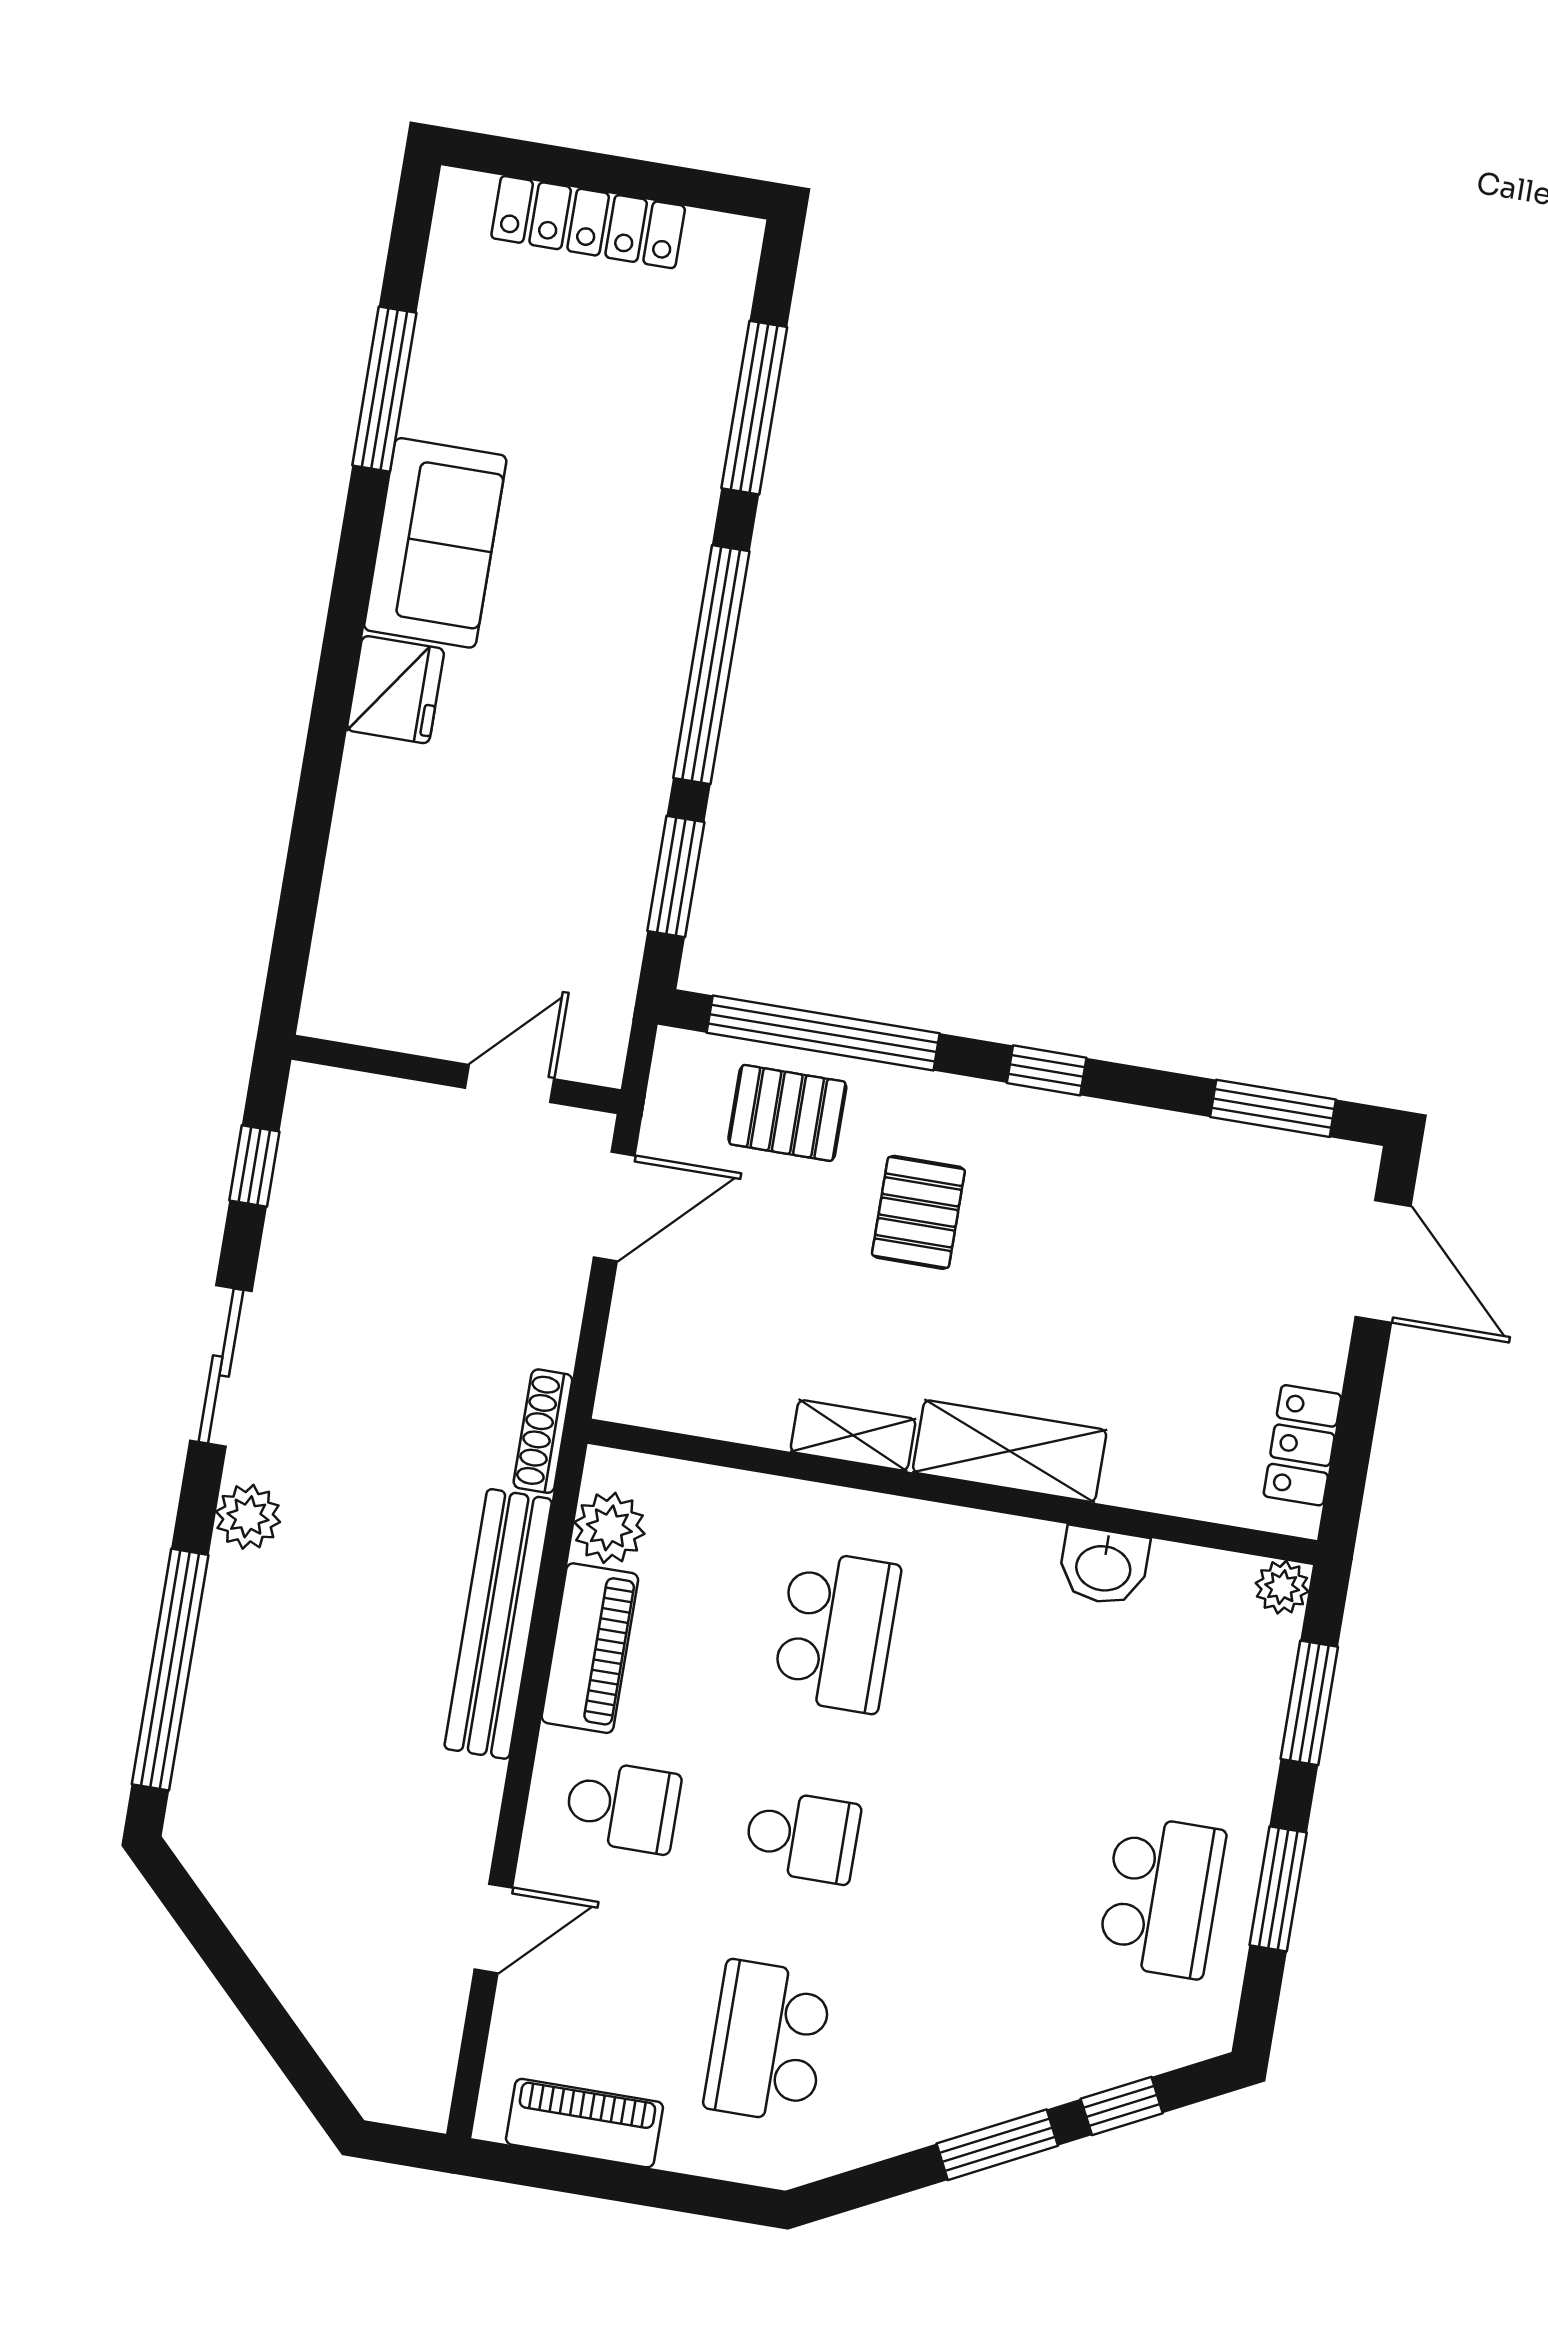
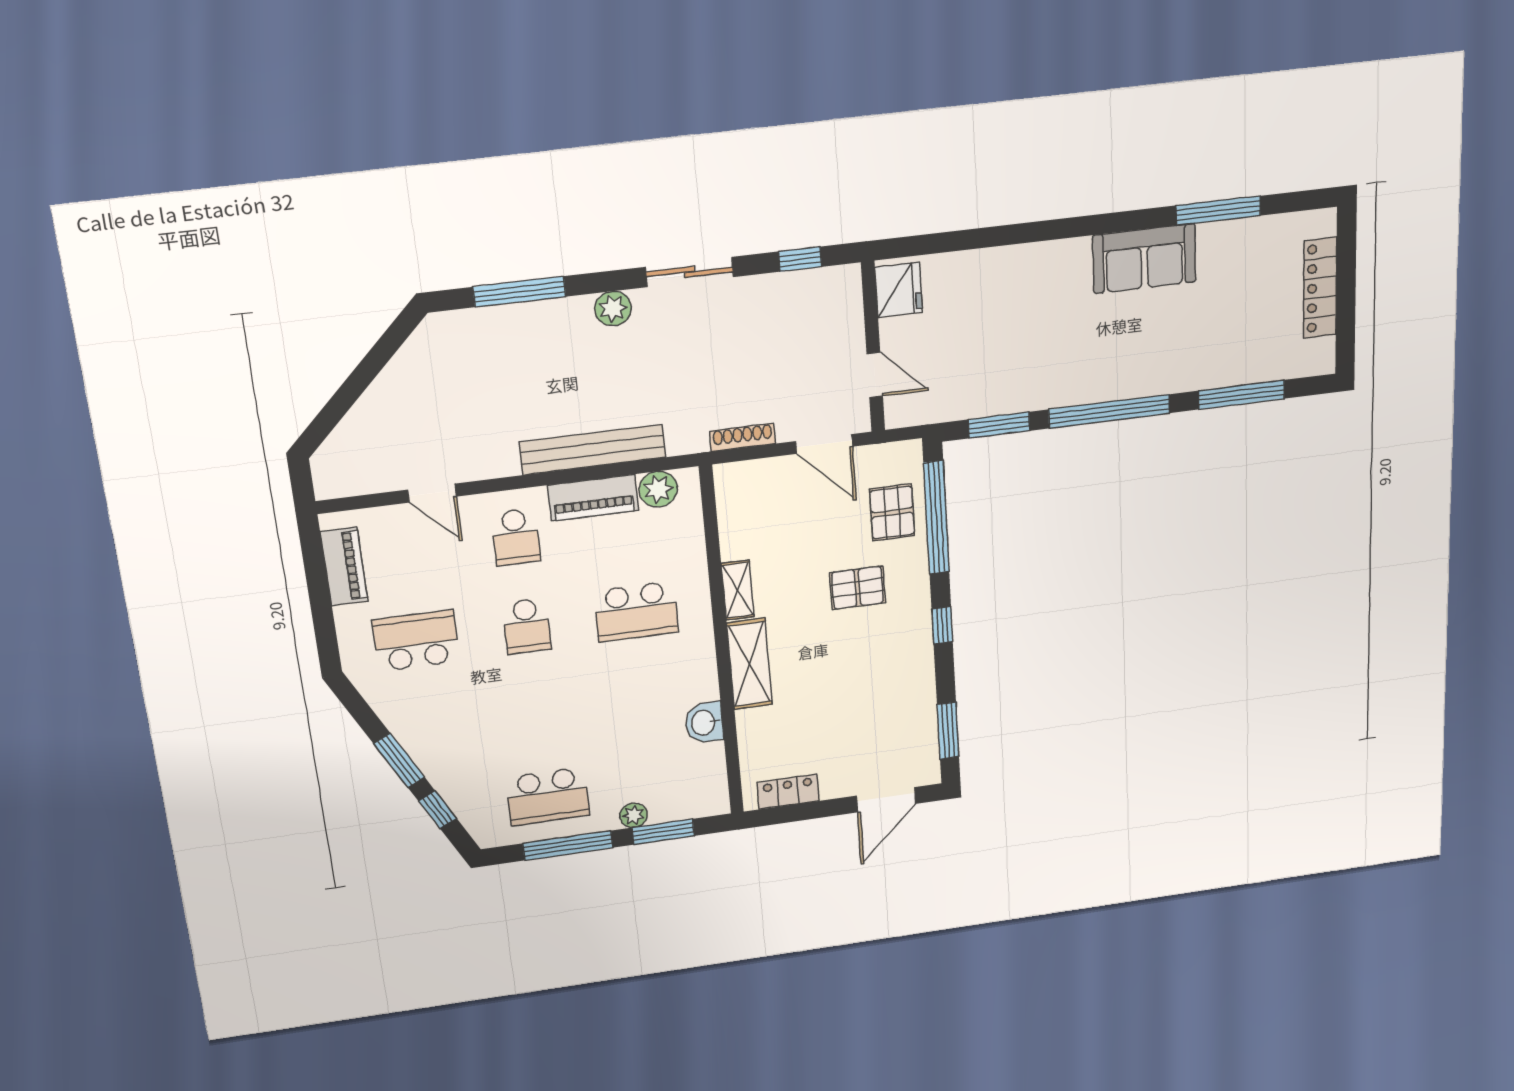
fridge: (396, 690) -> (899, 290), moved, turned -90
shoe rack: (543, 1431) -> (743, 437), moved
plant: (1282, 1587) -> (634, 815), moved
window: (170, 1670) -> (519, 292), width x0.68
window: (1278, 1889) -> (568, 846), width x1.44

